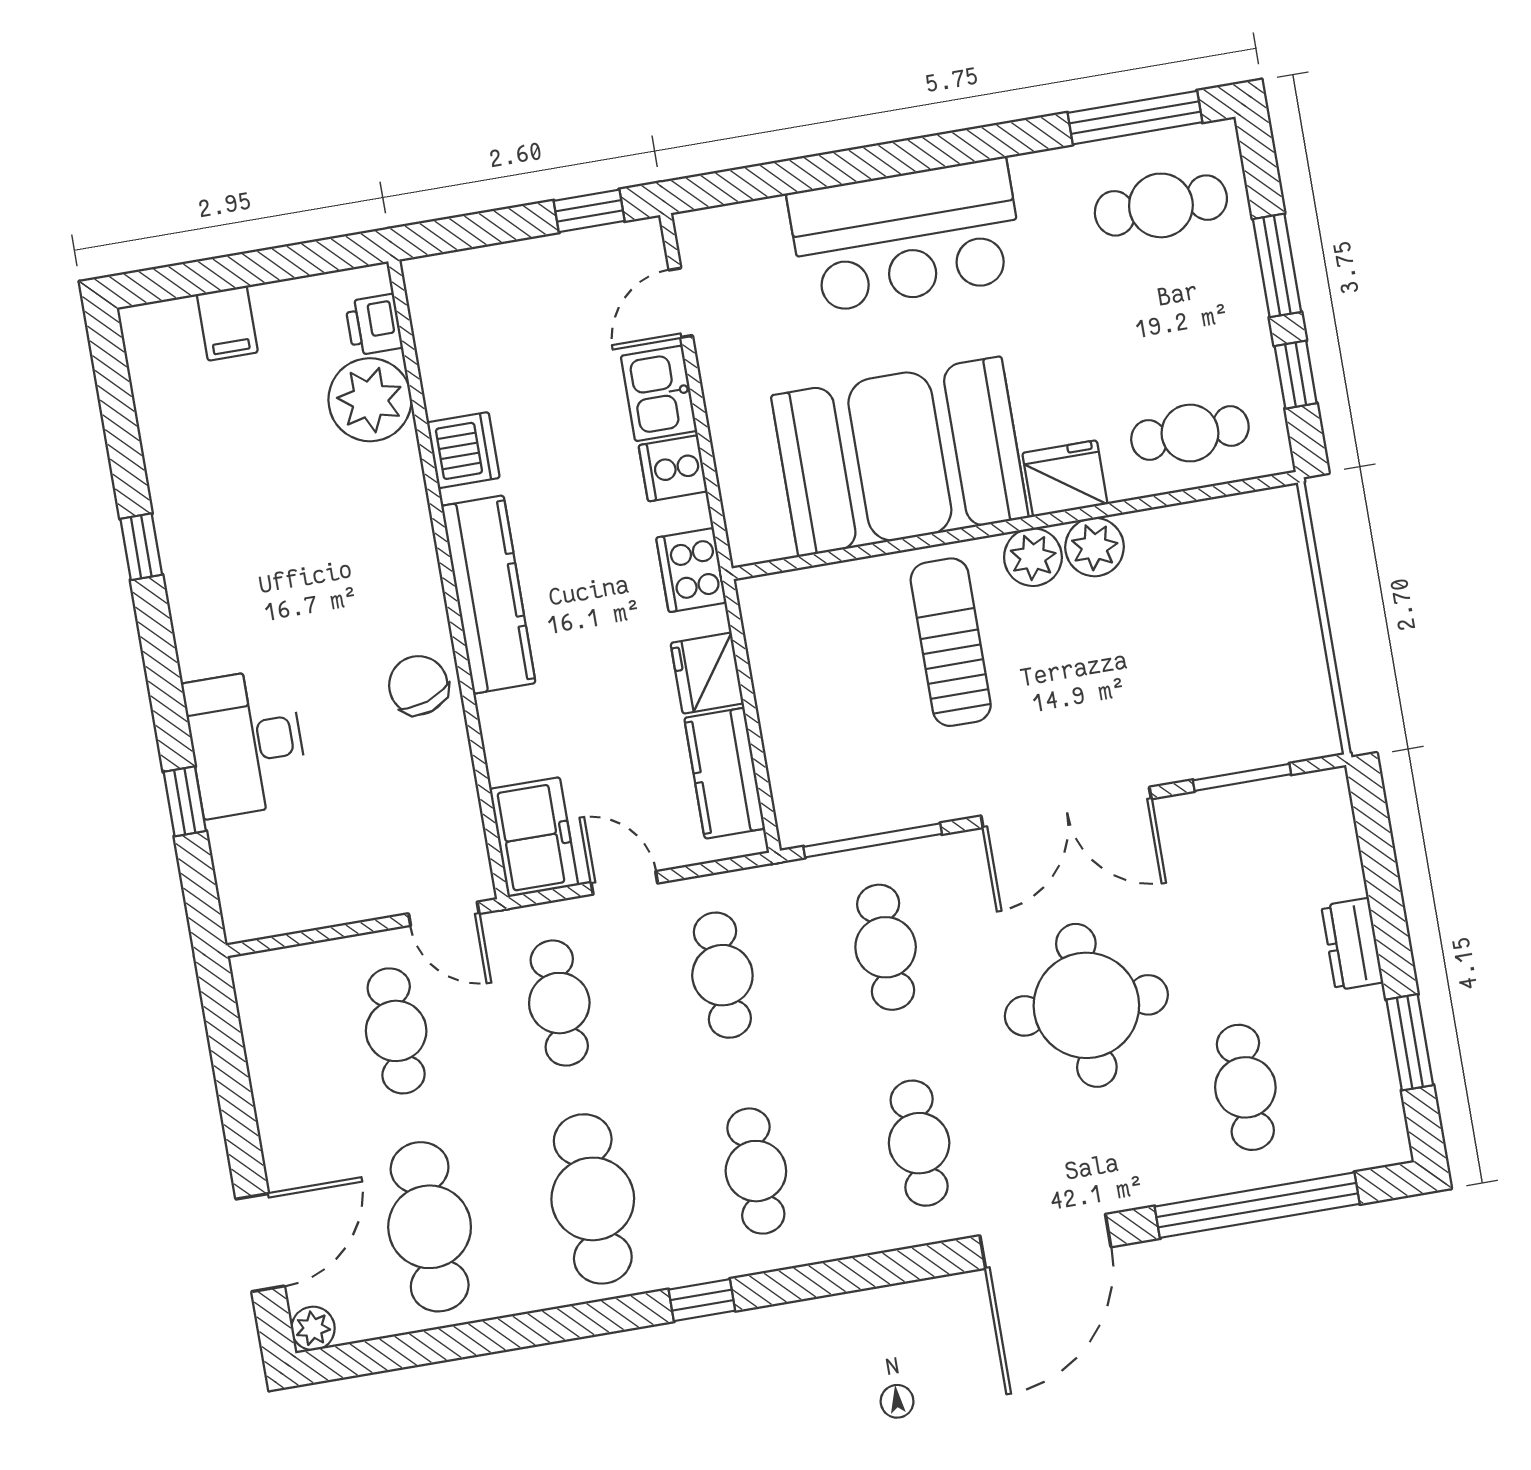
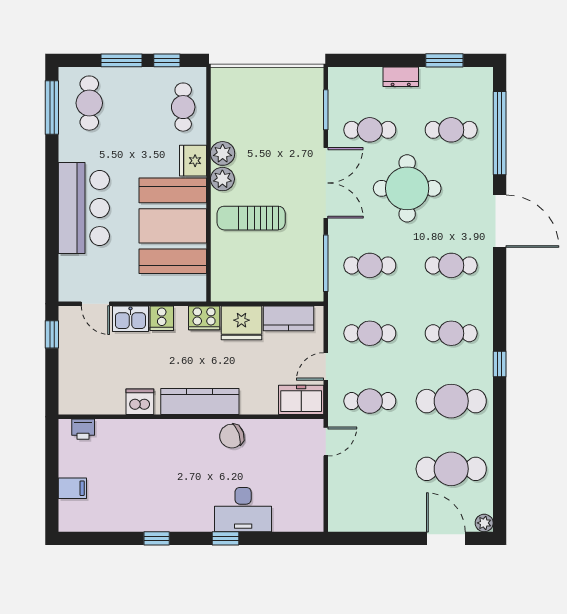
plant: (370, 400) -> (113, 436), removed
fridge: (707, 673) -> (241, 323), width x1.36, depth x1.34
window: (185, 801) -> (225, 538), moved
cafe table: (396, 1031) -> (370, 130), moved

